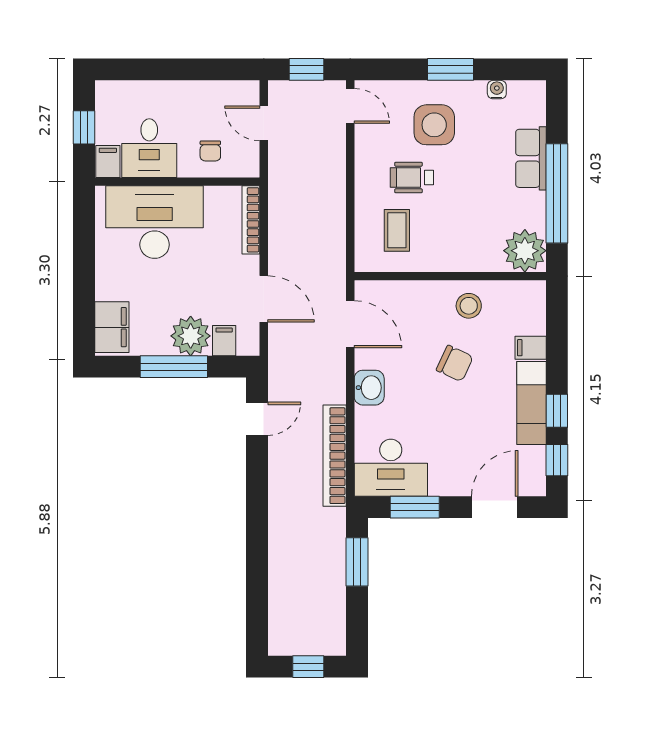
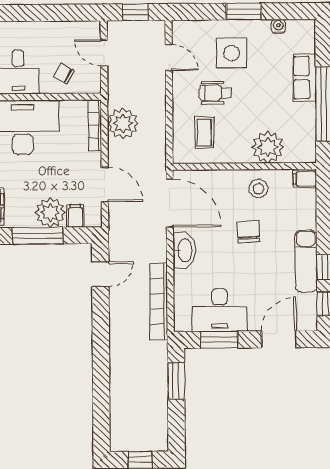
door: (350, 106) -> (169, 58), moved
chair: (210, 151) -> (64, 74), turned 120
plant: (288, 218) -> (123, 123), added
plant: (525, 251) -> (268, 147), moved
door: (350, 324) -> (170, 203), width x1.36
filing cabinet: (531, 348) -> (305, 179), moved
chair: (455, 363) -> (248, 232), turned -118
washbasin: (369, 388) -> (184, 250), width x1.38
desk: (391, 468) -> (219, 310), moved

